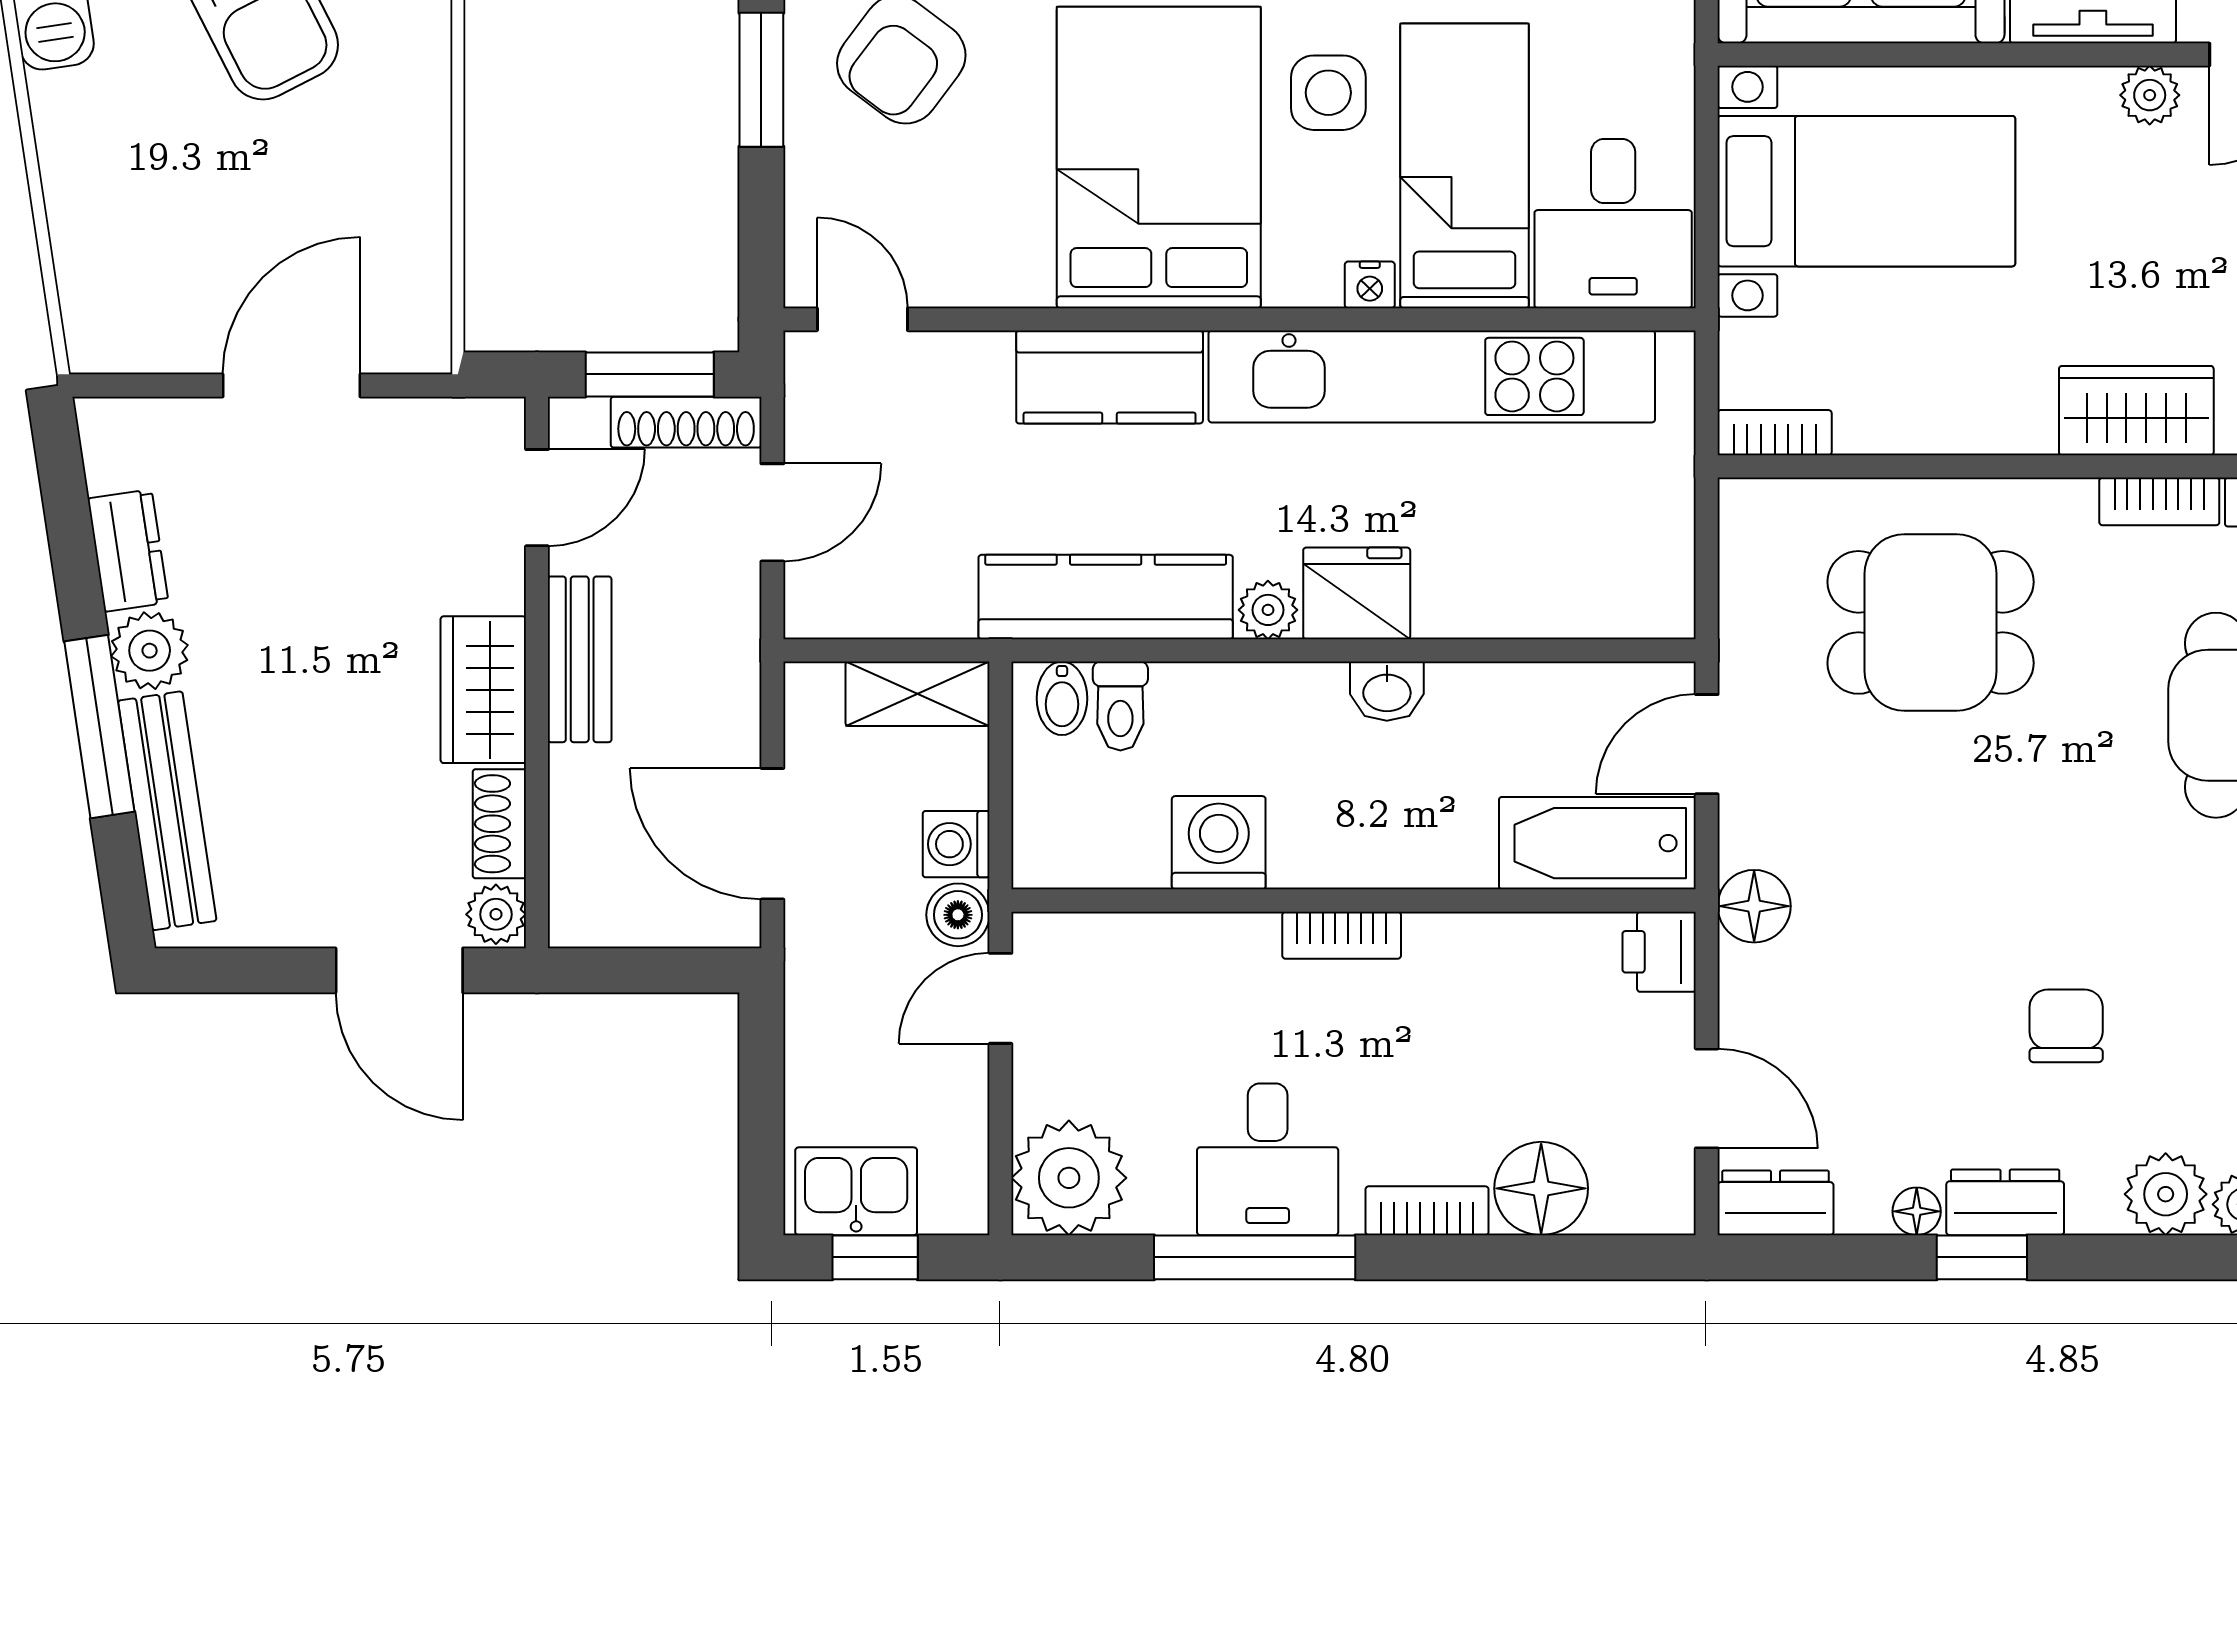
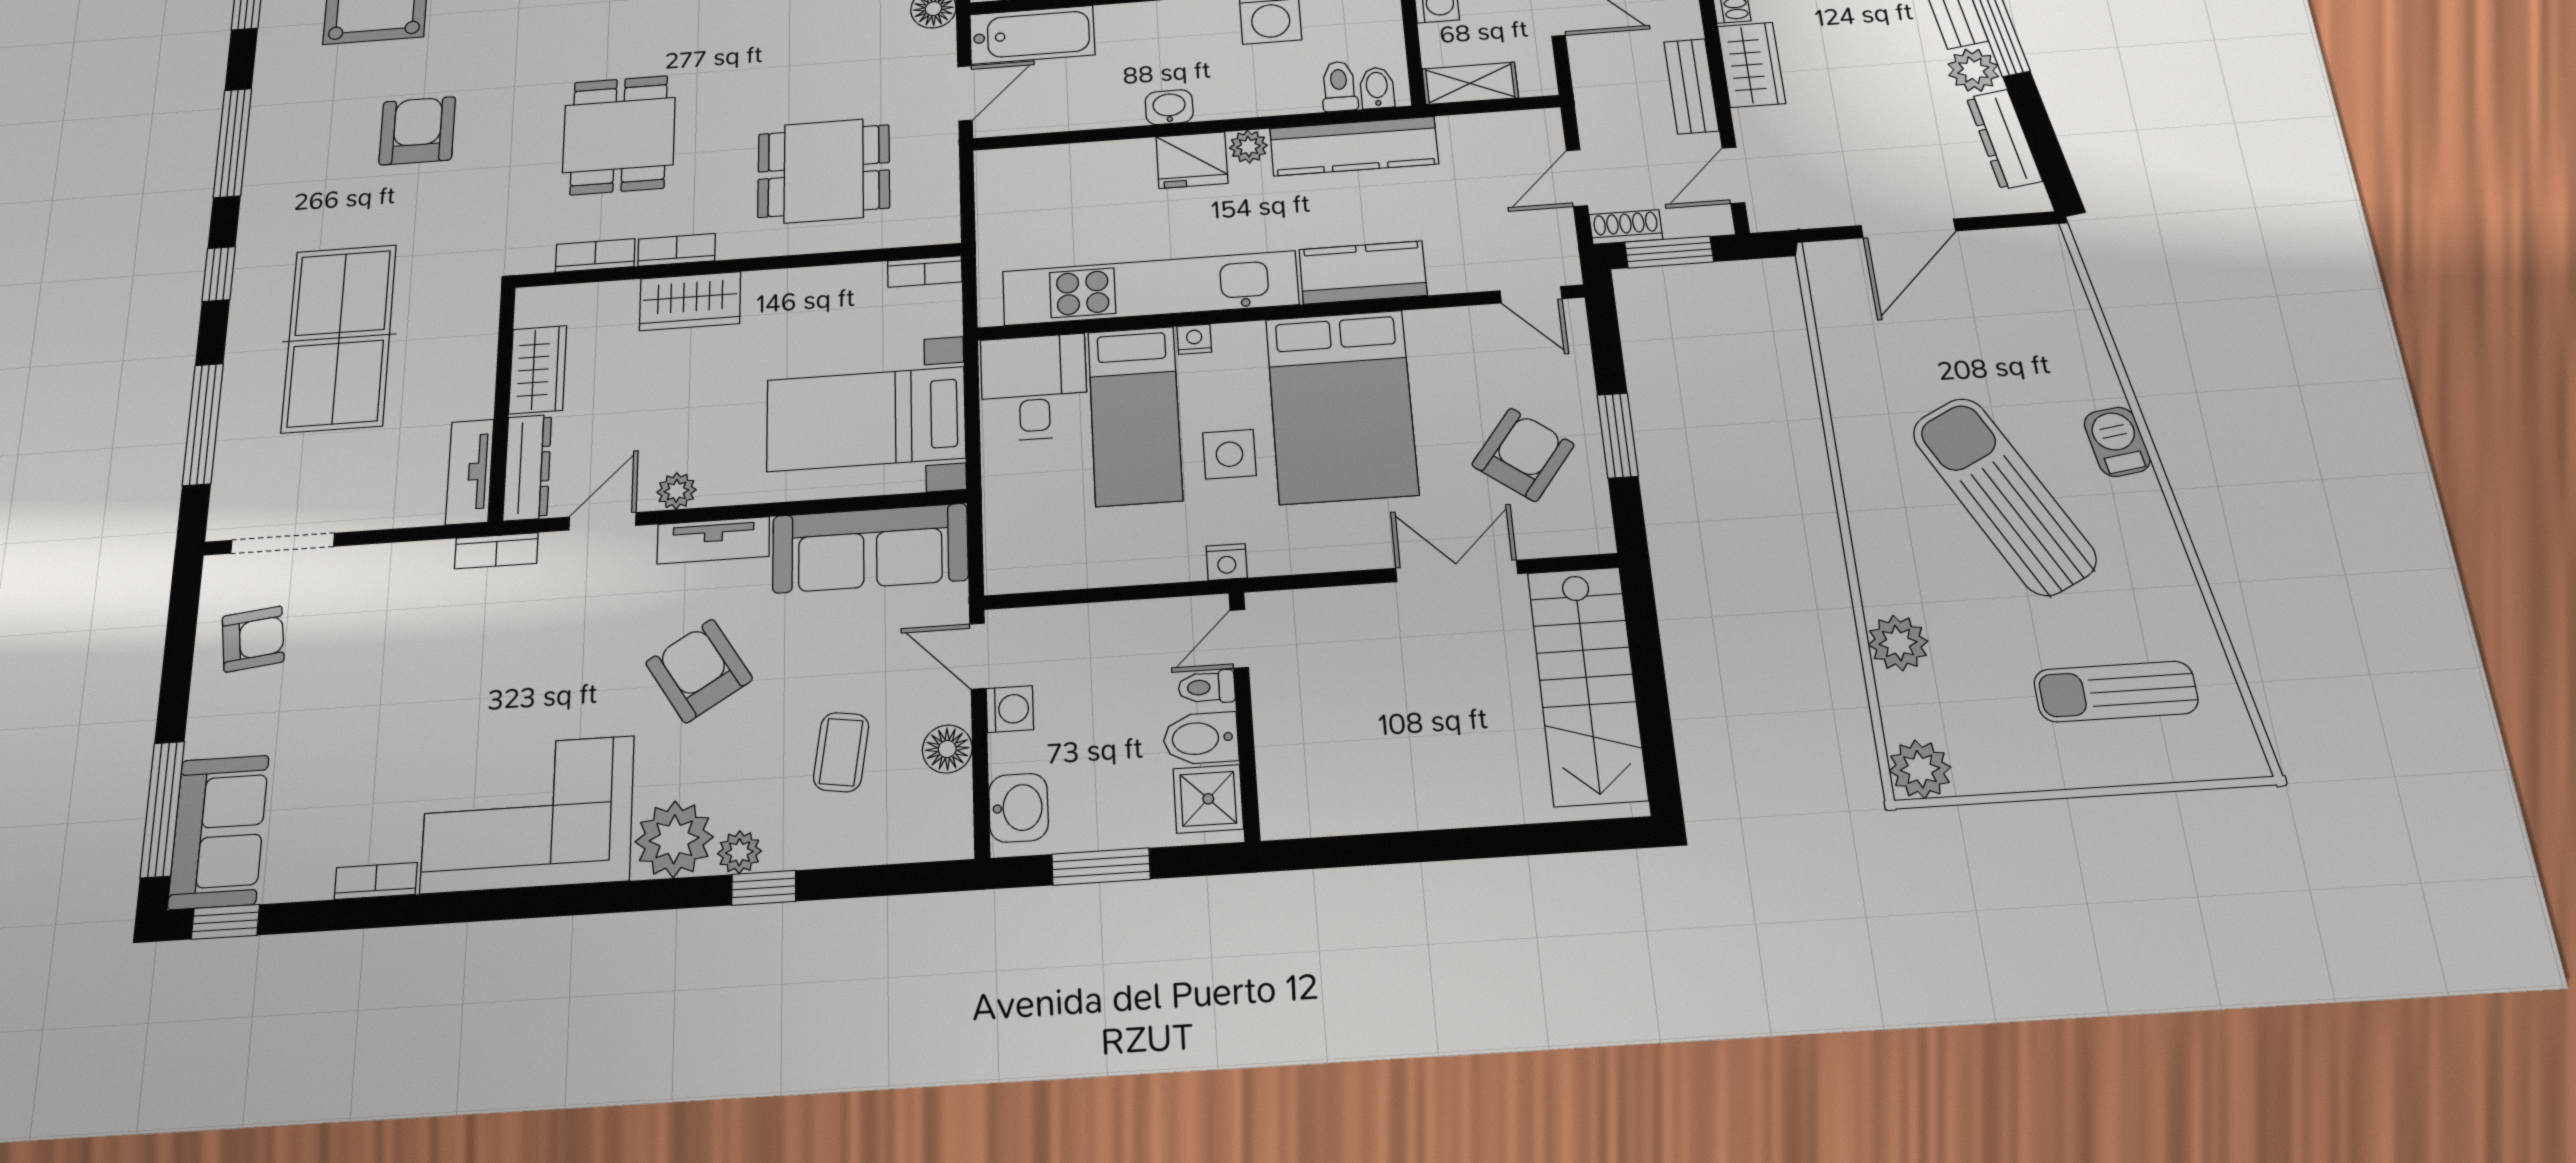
shoe rack: (686, 422) -> (1626, 227), width x0.70
dresser: (128, 550) -> (2004, 139), width x1.44

